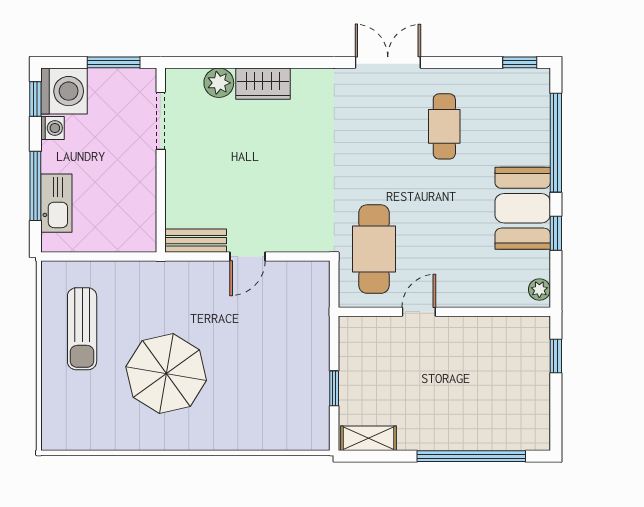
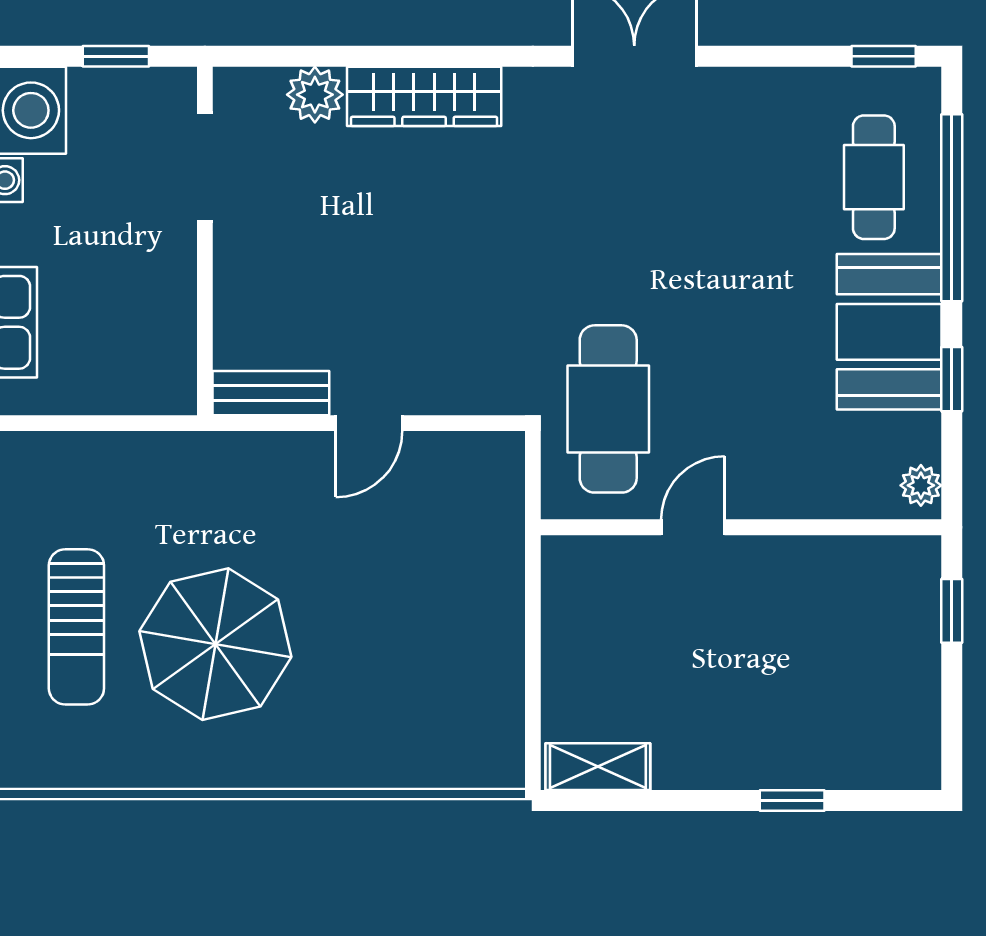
window: (114, 62) -> (116, 56), width x0.67
wardrobe: (263, 84) -> (424, 96), width x1.50
cafe table: (444, 126) -> (874, 177), moved
sun lounger: (82, 329) -> (76, 627), moved
window: (334, 388) -> (533, 672), removed
window: (471, 456) -> (792, 801), width x0.32

